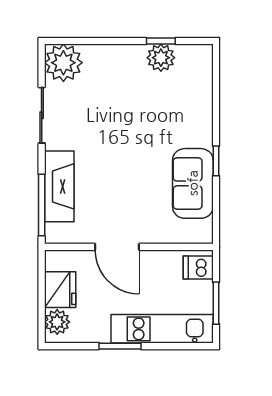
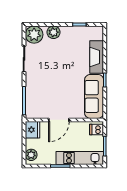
plant: (161, 58) -> (54, 32), moved
sofa: (193, 183) -> (94, 96), width x1.36
fireplace: (59, 186) -> (97, 57), moved, turned 180
door: (117, 247) -> (59, 120), hinge flipped
fridge: (60, 290) -> (33, 130), moved

